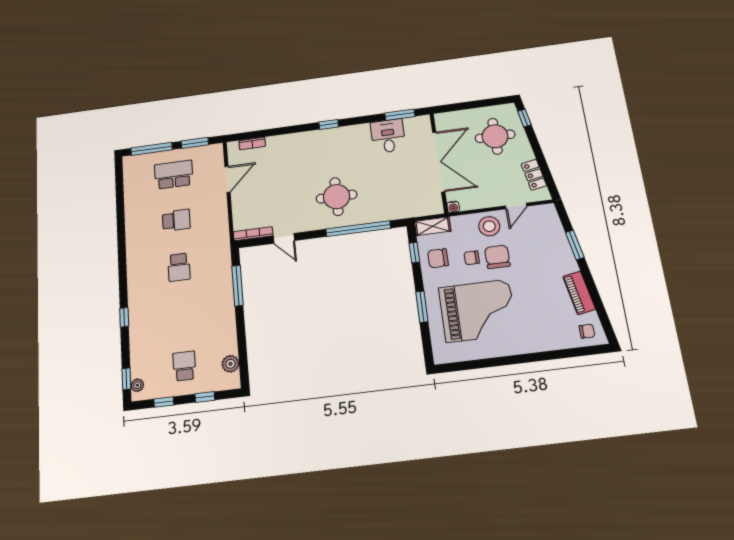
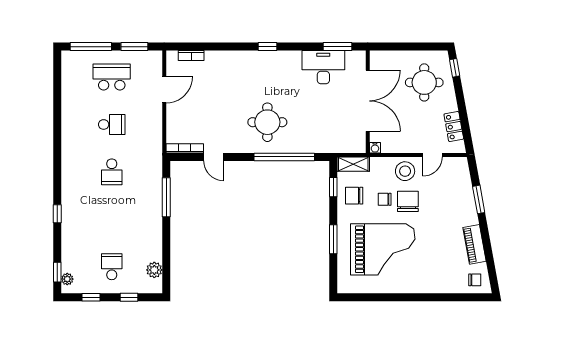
desk: (388, 136) -> (323, 67), width x1.37

